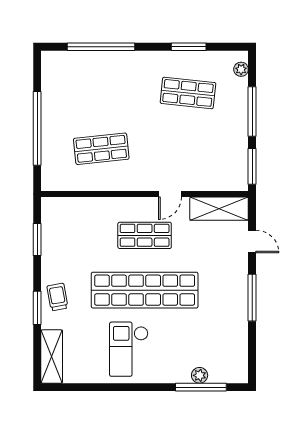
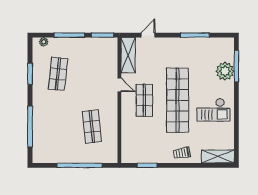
window: (252, 298) -> (195, 35), moved
window: (37, 308) -> (188, 165), removed
plant: (200, 375) -> (225, 71), width x1.87, depth x1.87

